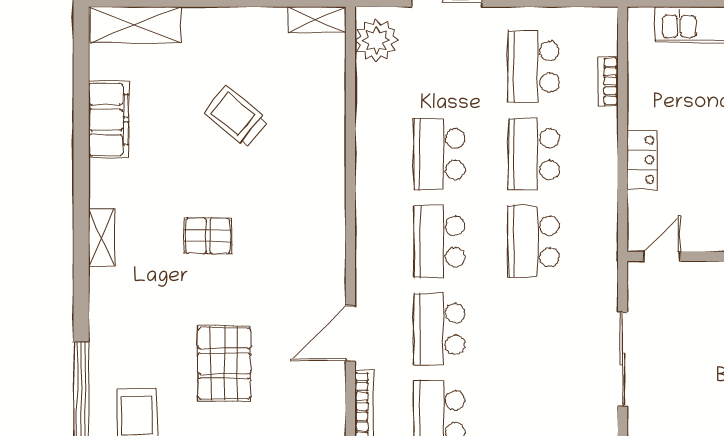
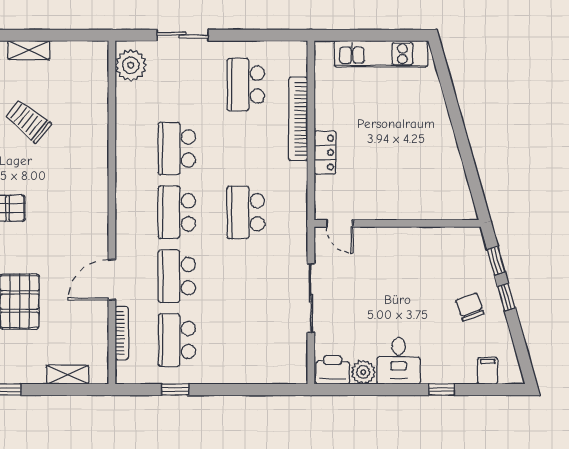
shelving: (317, 20) -> (29, 50), moved
bookcase: (608, 81) -> (298, 119), width x2.31, depth x1.31
school desk: (534, 154) -> (246, 149), removed
door: (662, 256) -> (340, 223), swing flipped

